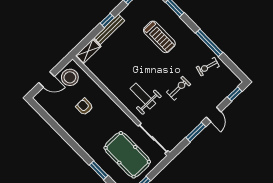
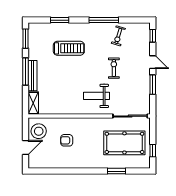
window: (107, 20) -> (26, 72), width x2.17

